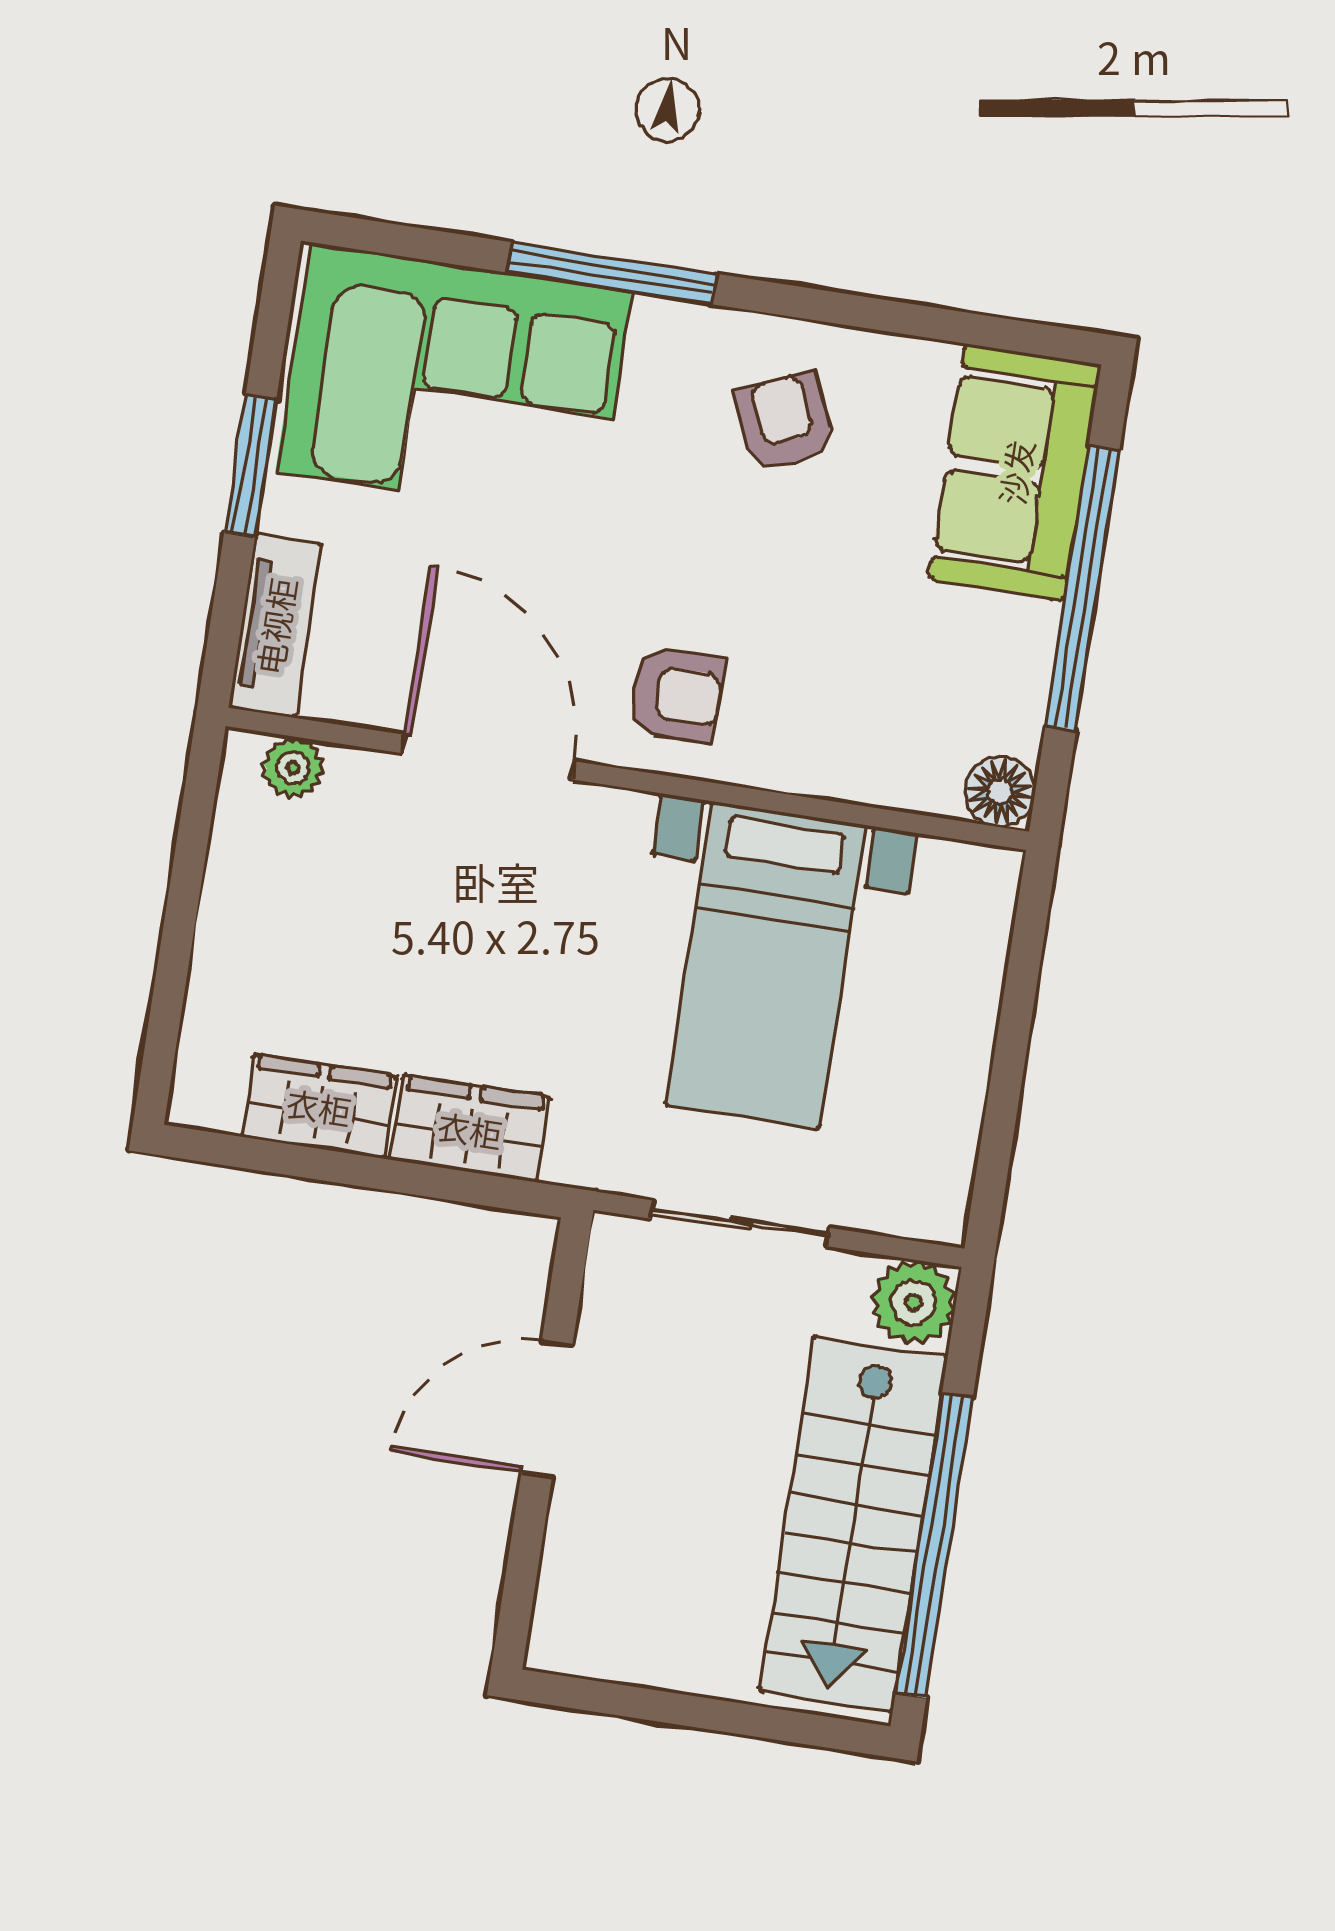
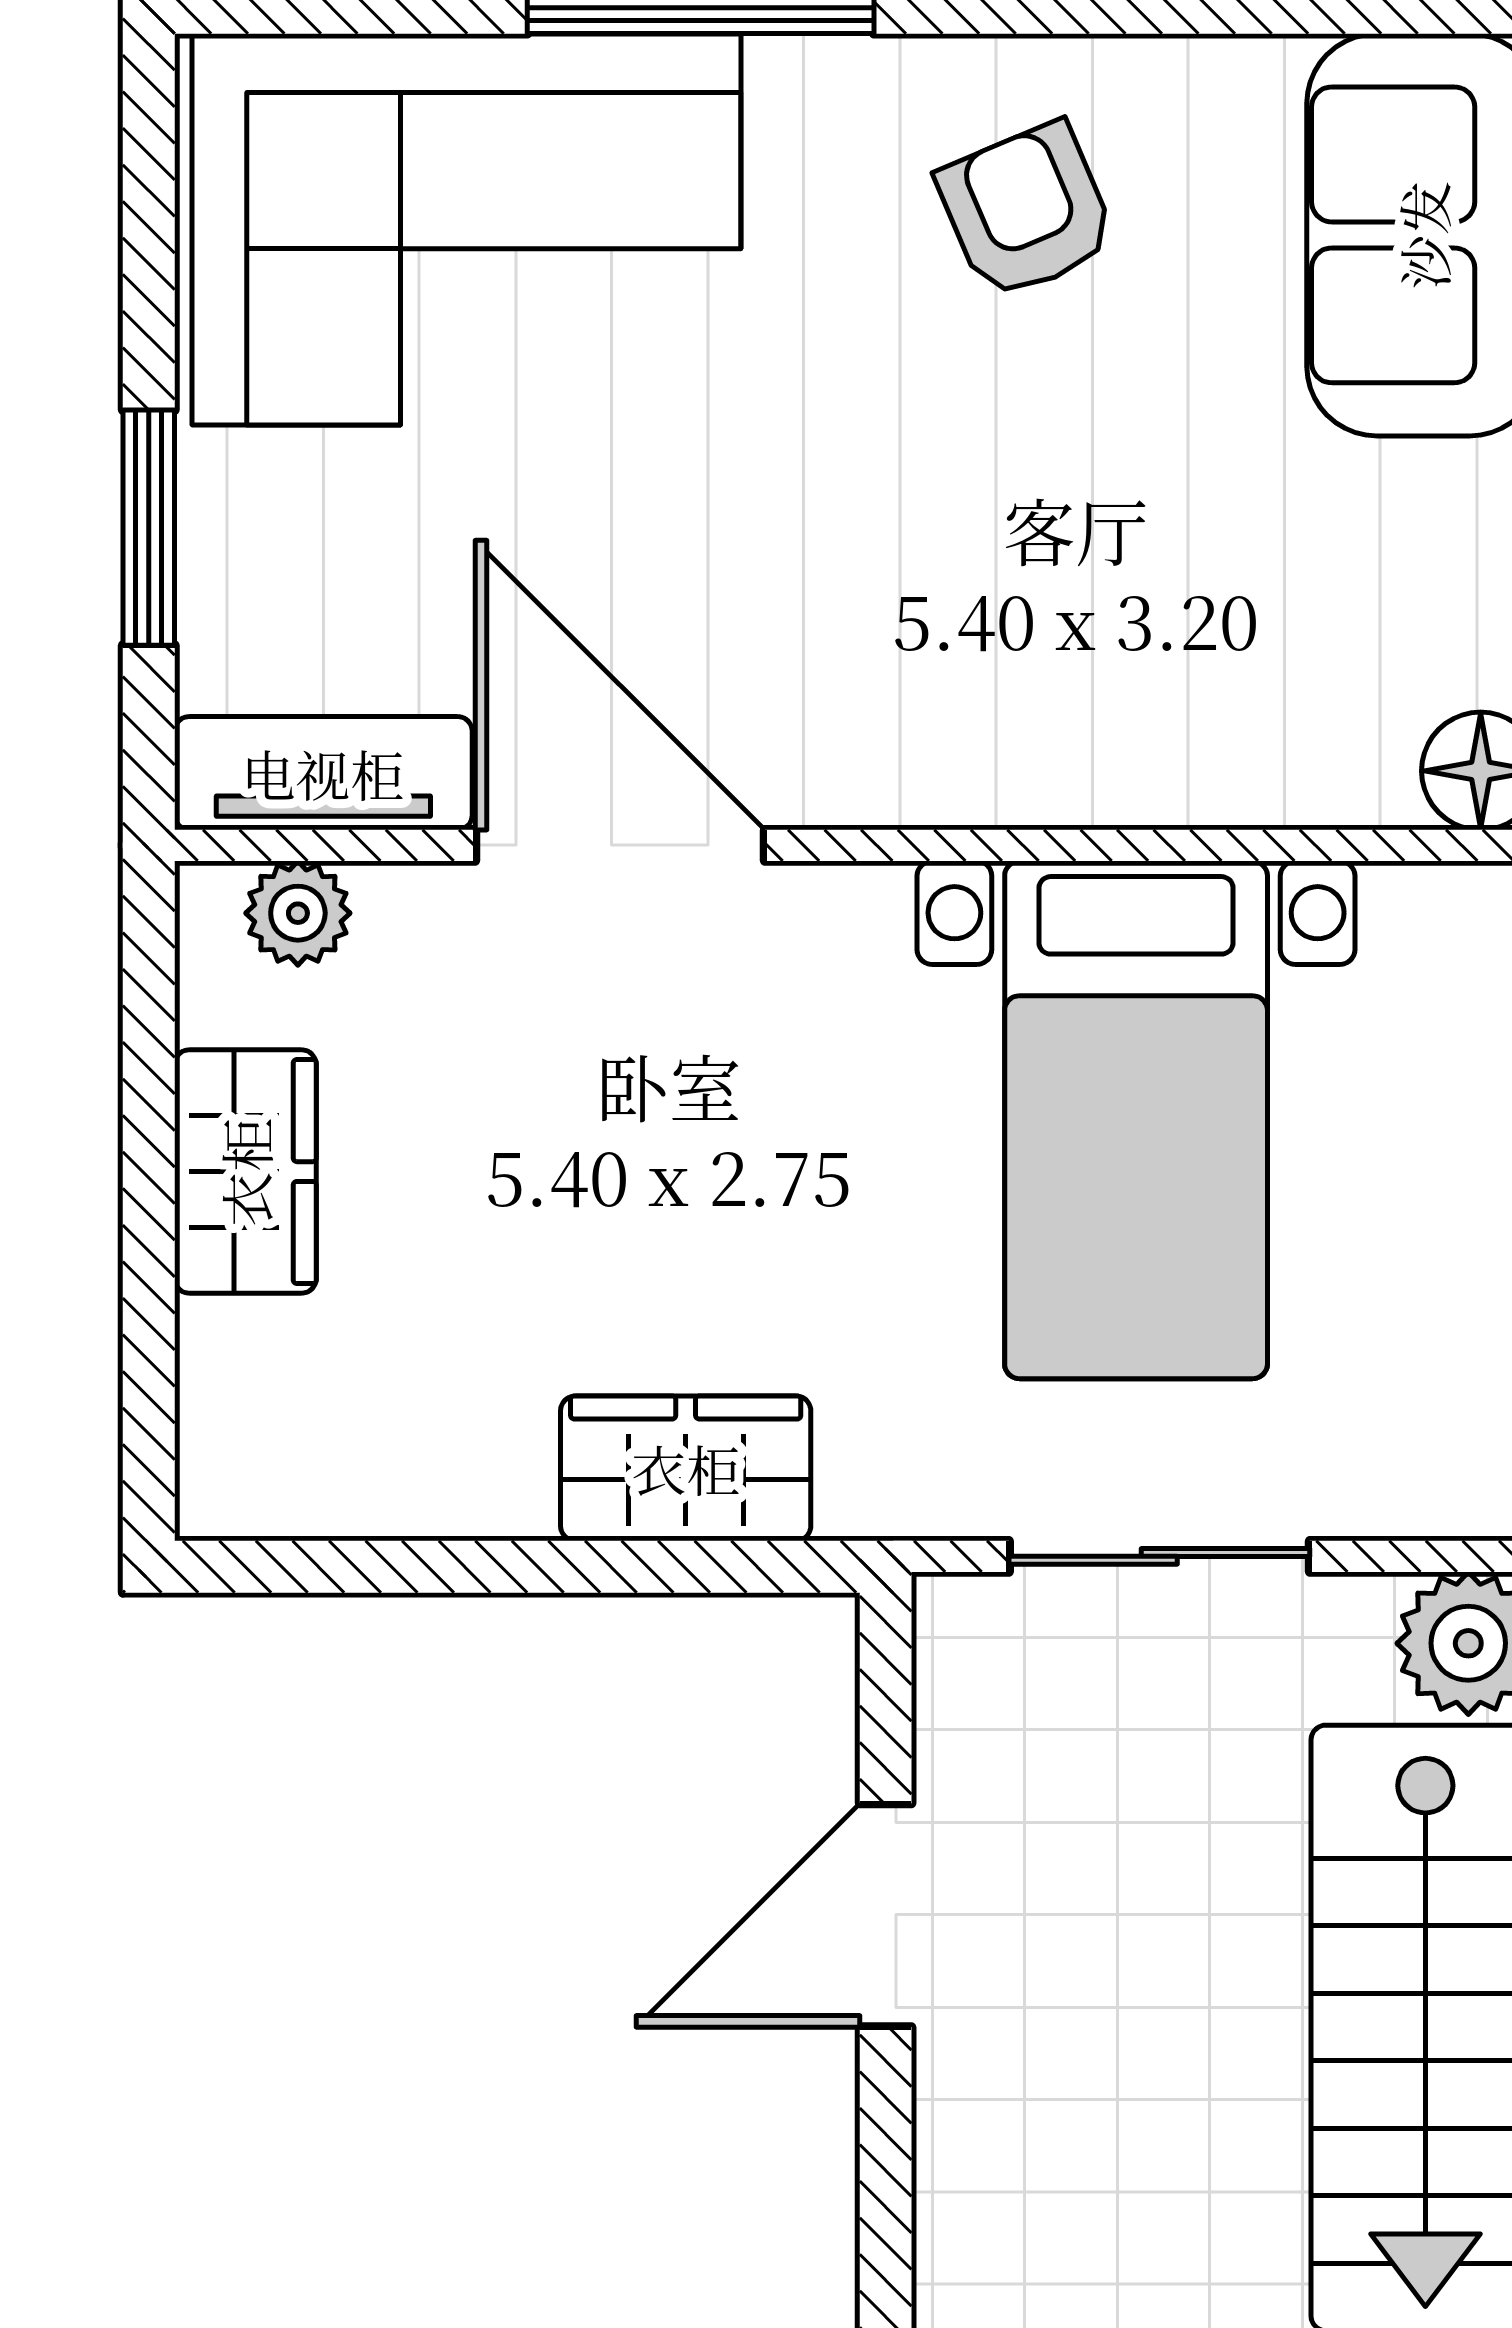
window: (250, 466) -> (149, 528), moved
tv unit: (275, 626) -> (323, 773), moved, turned -90
armchair: (676, 695) -> (917, 693), removed
wardrobe: (319, 1106) -> (245, 1172), moved, turned 90

